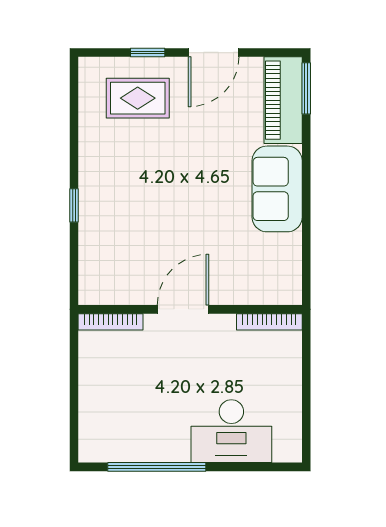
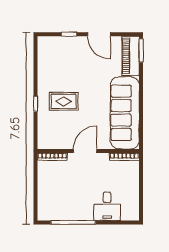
door: (214, 52) -> (99, 34), hinge flipped
rug: (138, 98) -> (64, 101), moved
sofa: (277, 189) -> (125, 113), width x1.85, depth x1.27
desk: (231, 431) -> (107, 206), width x0.73

